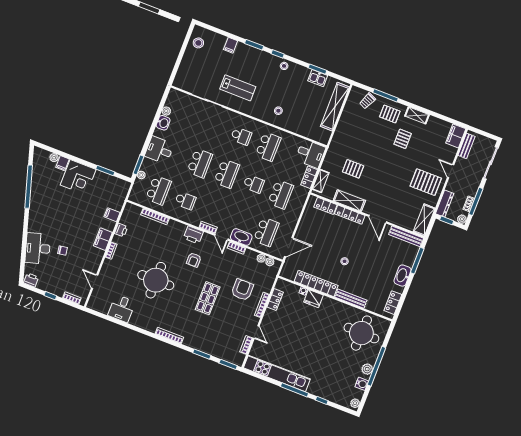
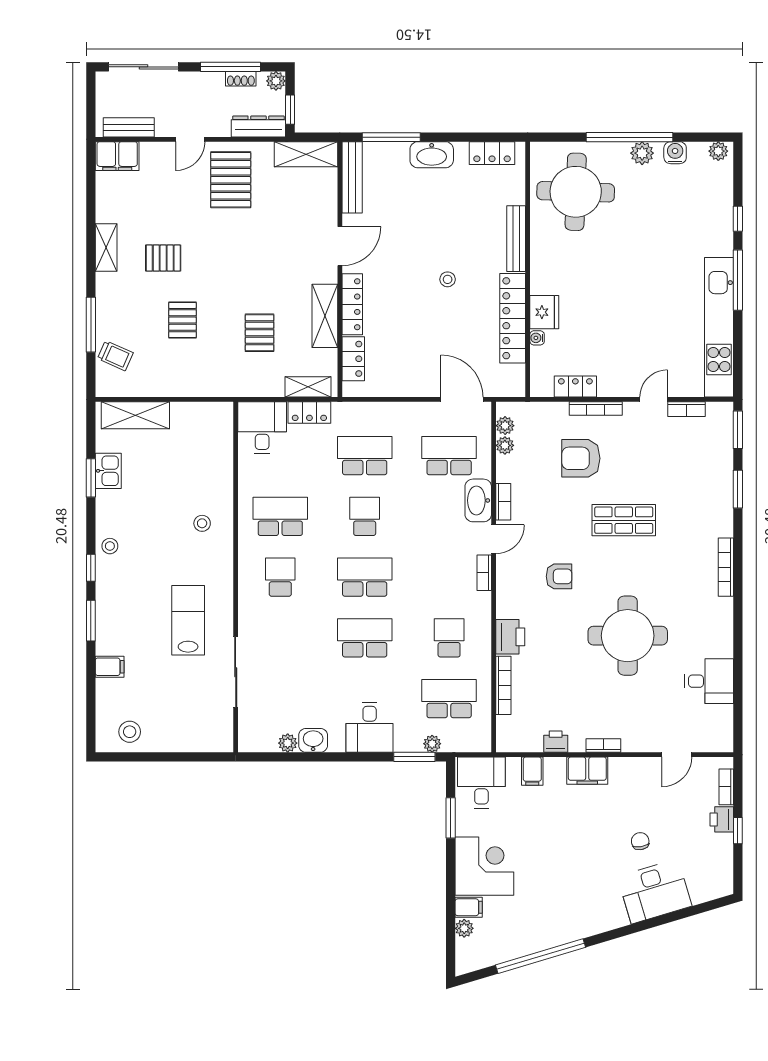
shelving: (335, 107) -> (135, 415), width x0.68
pallet: (390, 114) -> (182, 320), moved
desk: (116, 190) -> (481, 783), added
printer: (193, 235) -> (510, 637), moved
printer: (31, 280) -> (722, 819), moved

